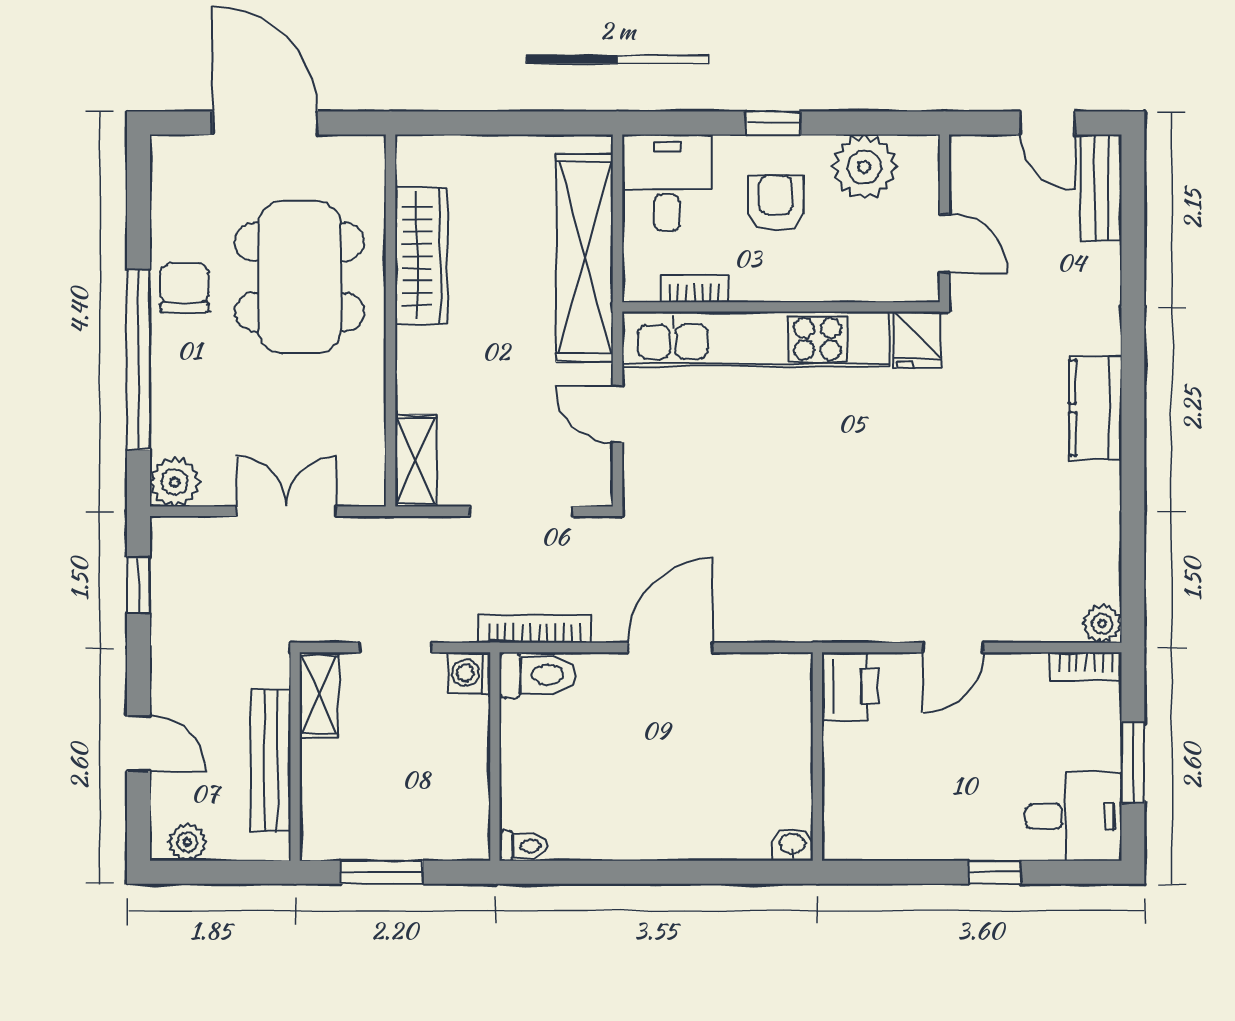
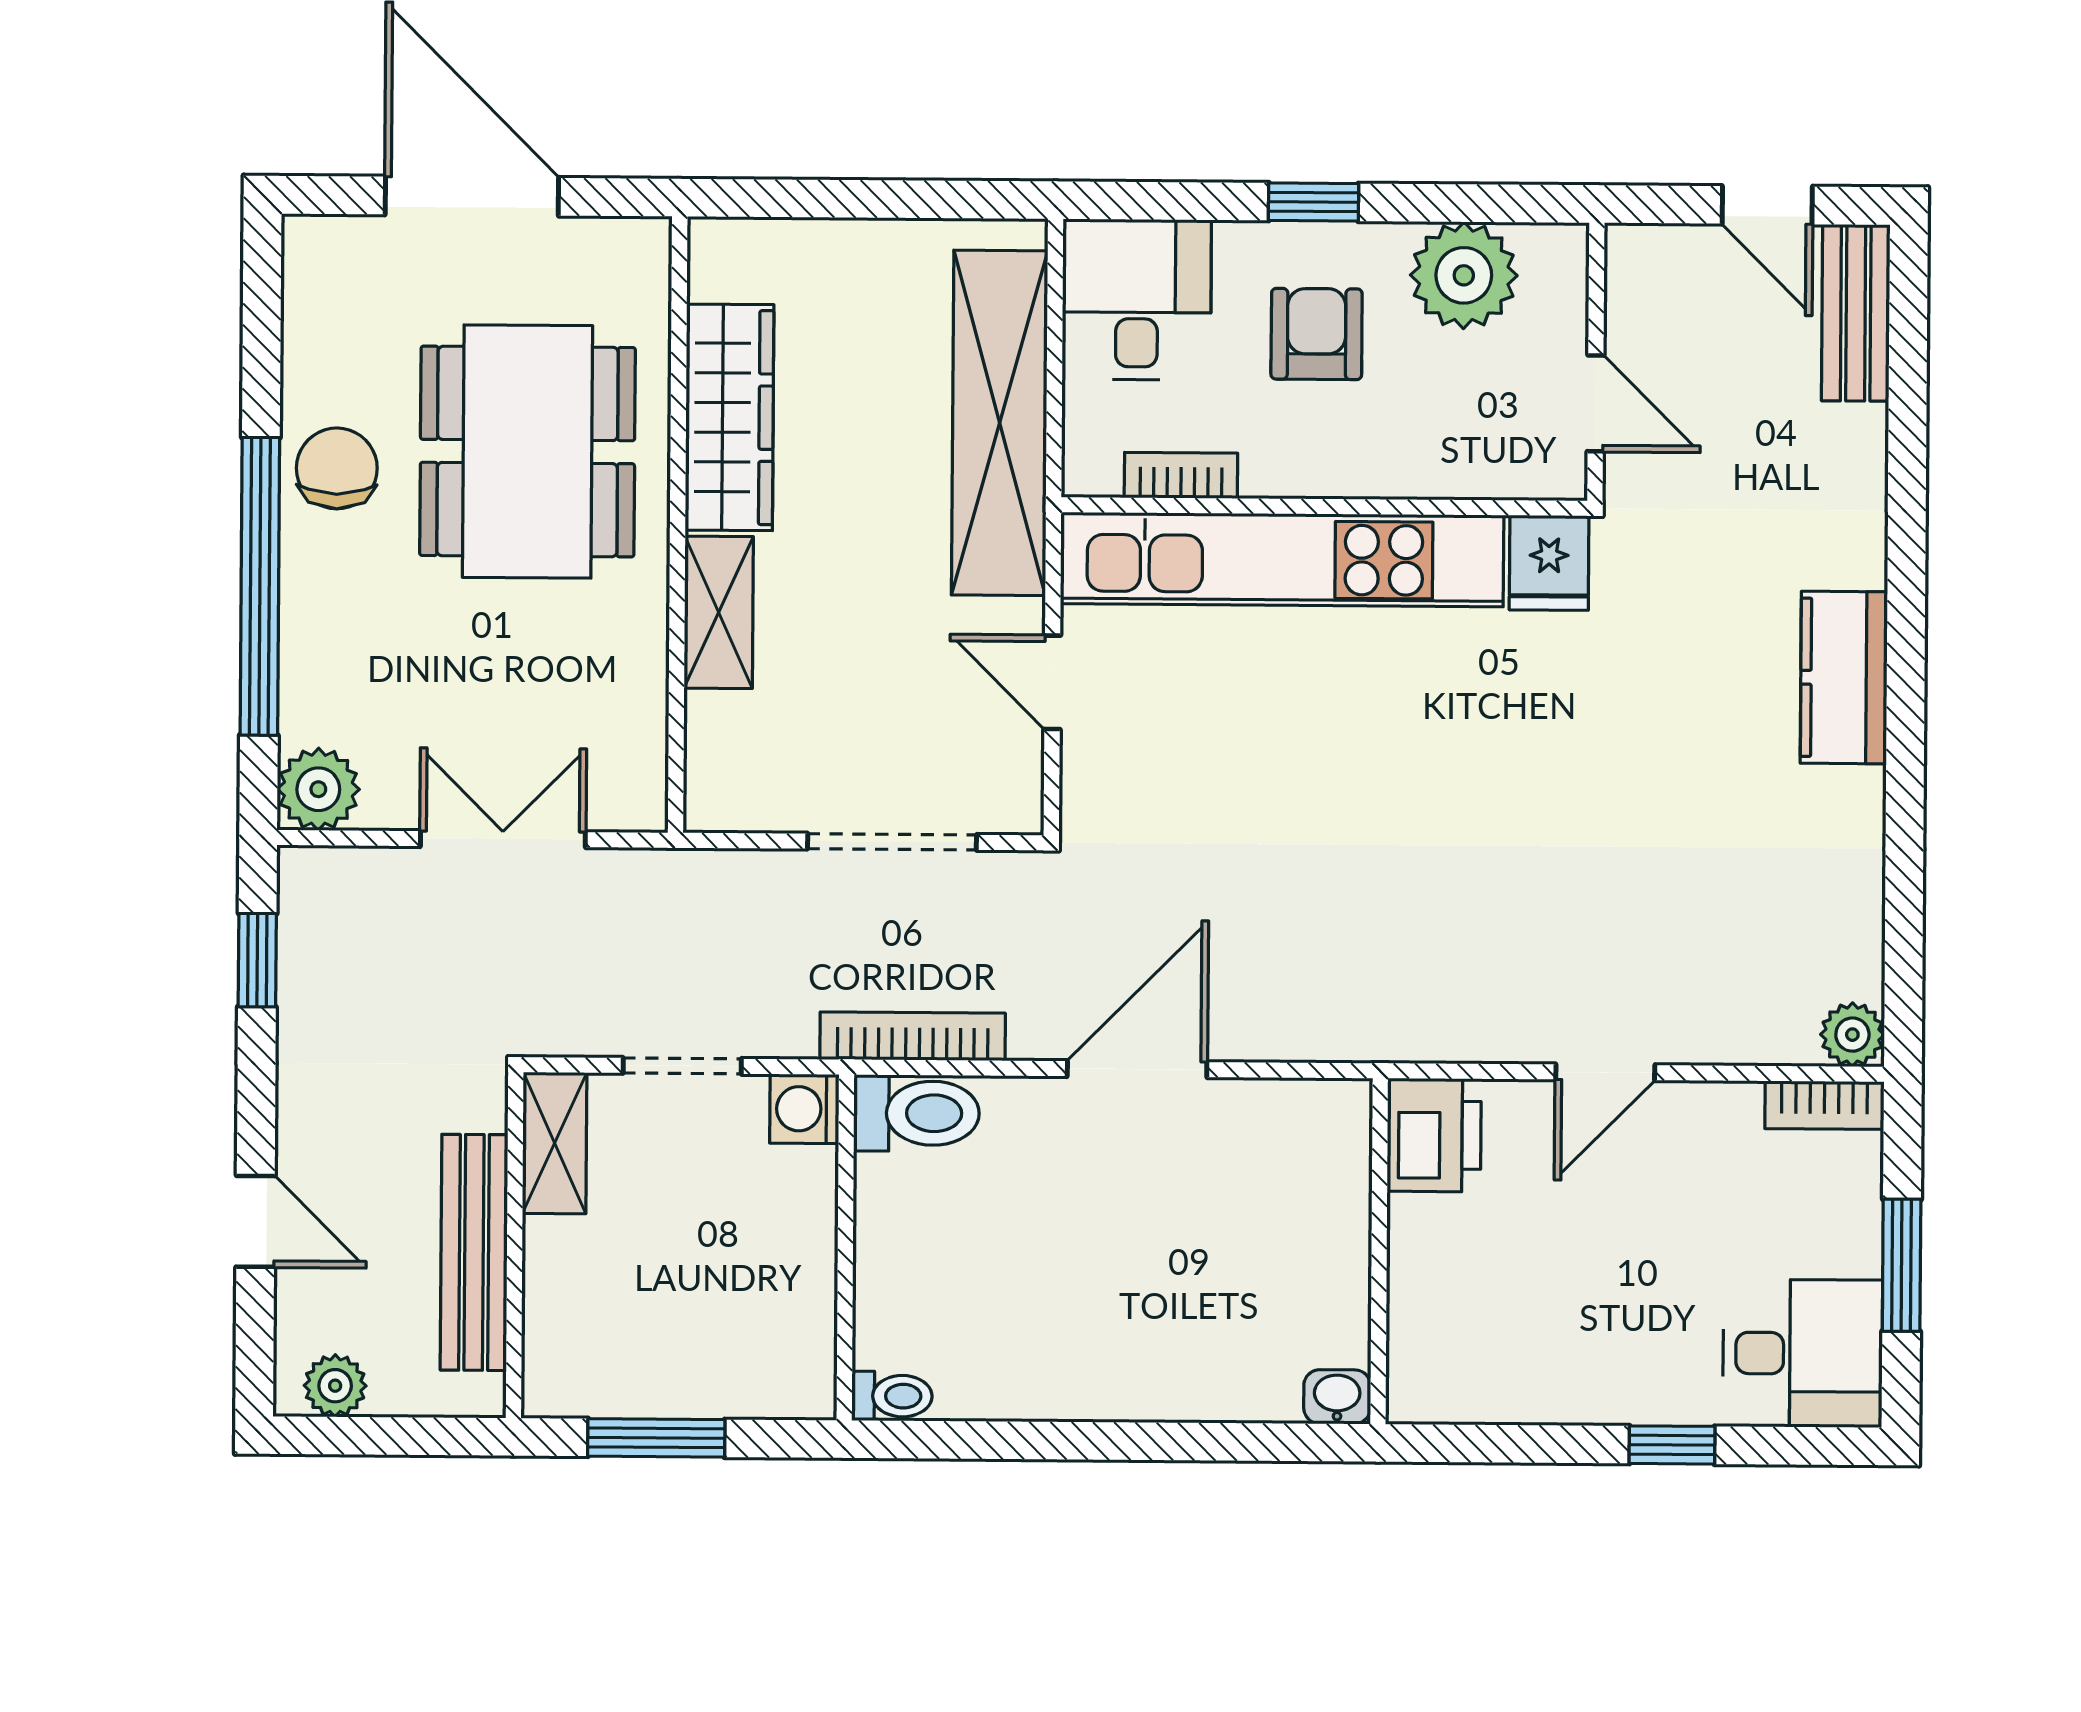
shelving: (416, 461) -> (719, 612), moved

